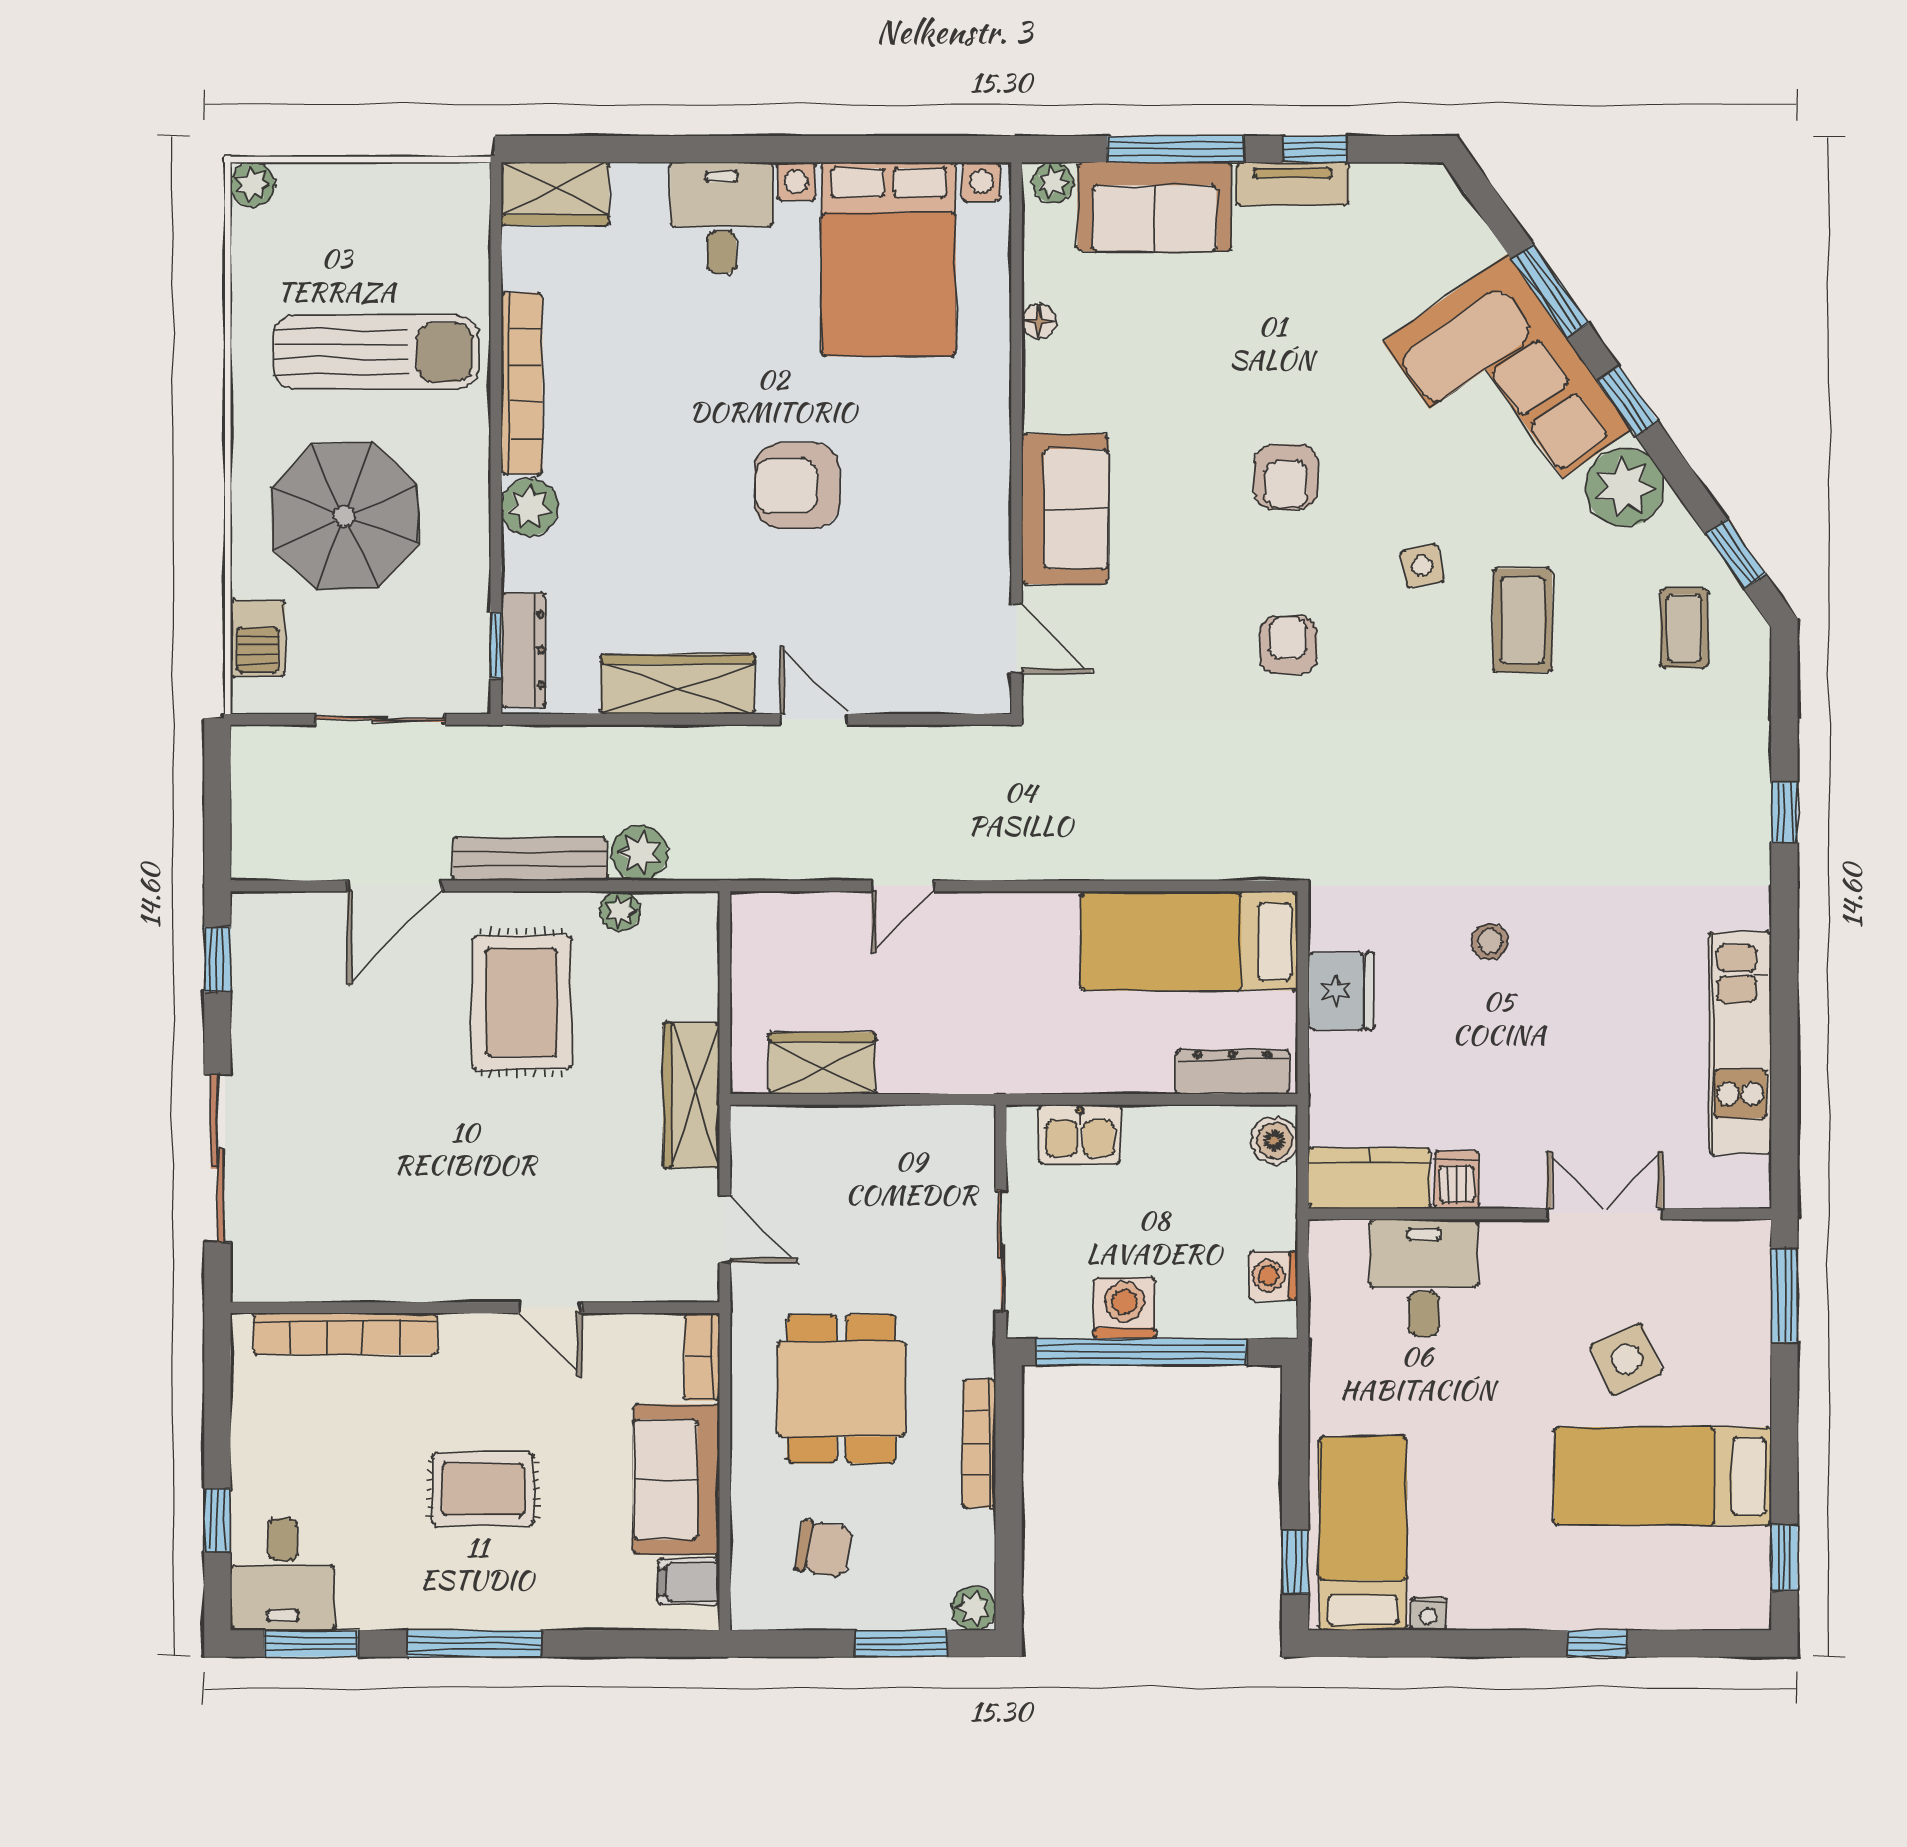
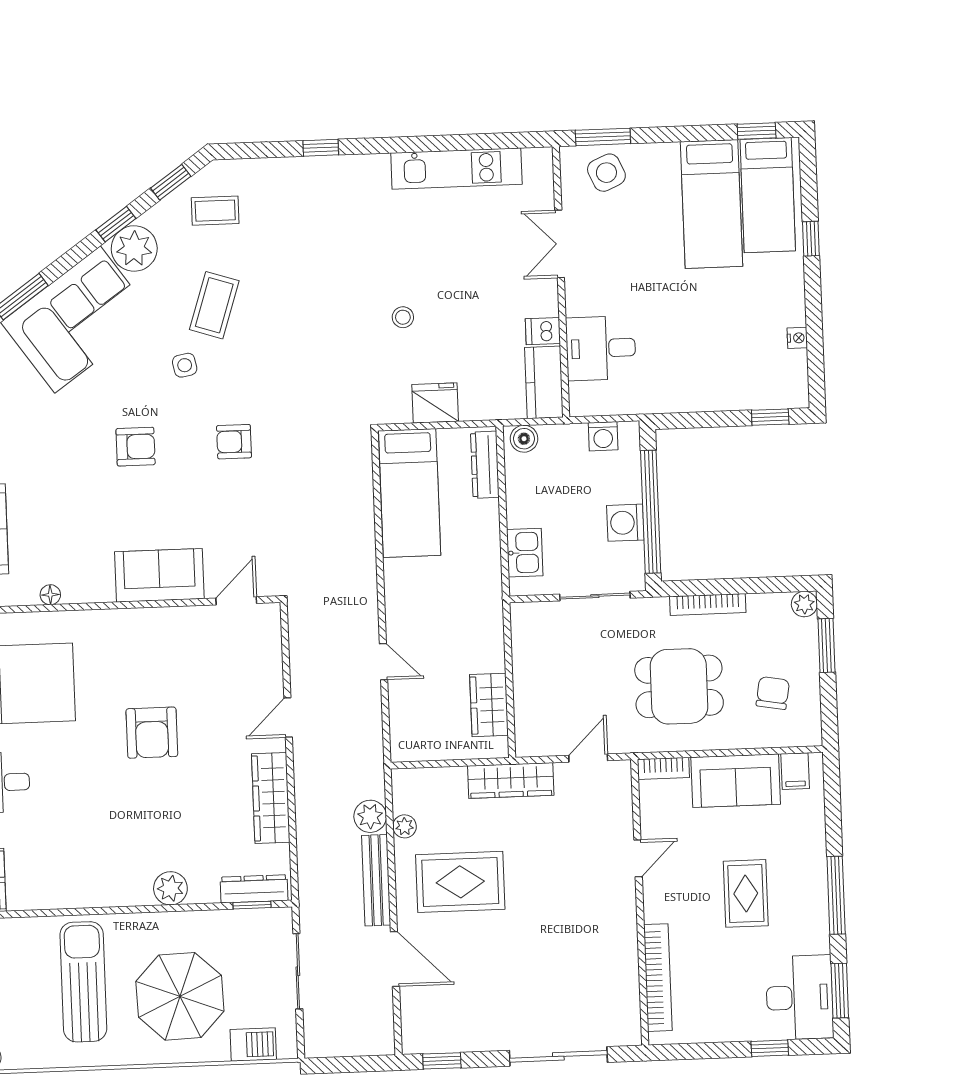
bookcase: (522, 384) -> (98, 896), removed
window: (1628, 401) -> (116, 224), moved
coffee table: (1523, 620) -> (214, 305), turned -72
side table: (1626, 1359) -> (606, 173), moved
bed: (1363, 1533) -> (768, 195), moved, turned -90
desk: (283, 1574) -> (800, 997), width x1.37

